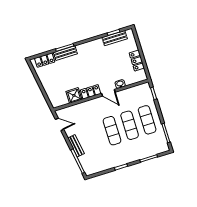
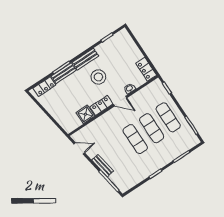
bench: (115, 38) -> (85, 59), moved
locker: (137, 61) -> (146, 69), moved
stool: (95, 66) -> (98, 77), added

